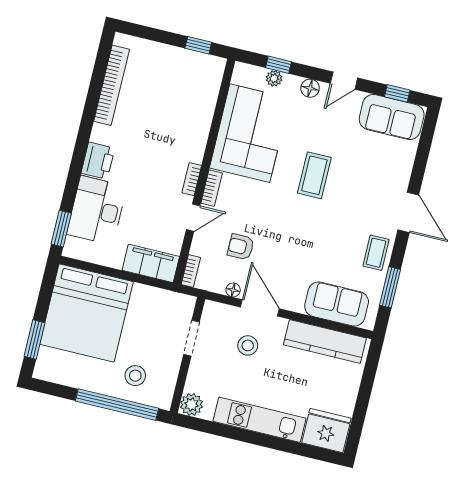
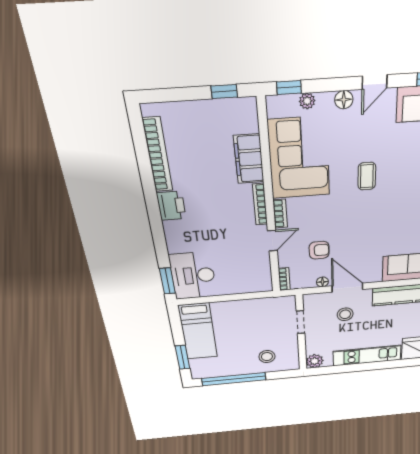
window: (278, 65) -> (289, 87), moved
printer: (98, 161) -> (171, 206), moved
coffee table: (314, 175) -> (367, 176), width x0.73, depth x0.77
bookcase: (192, 179) -> (260, 204), width x1.56
desk: (97, 210) -> (193, 276), moved
armchair: (241, 247) -> (319, 250), turned 180
filing cabinet: (151, 263) -> (249, 159), moved, turned -90
bed: (87, 313) -> (198, 331), width x0.49
window: (117, 405) -> (234, 379), moved

